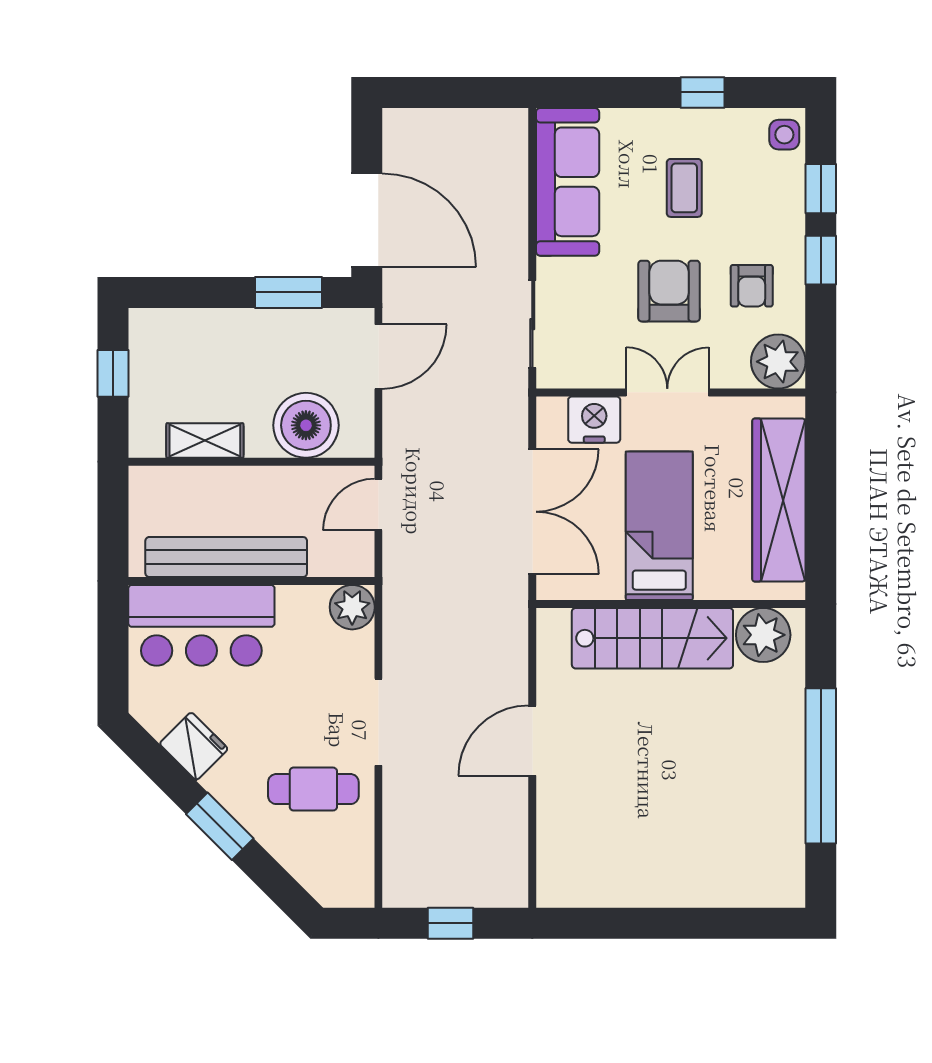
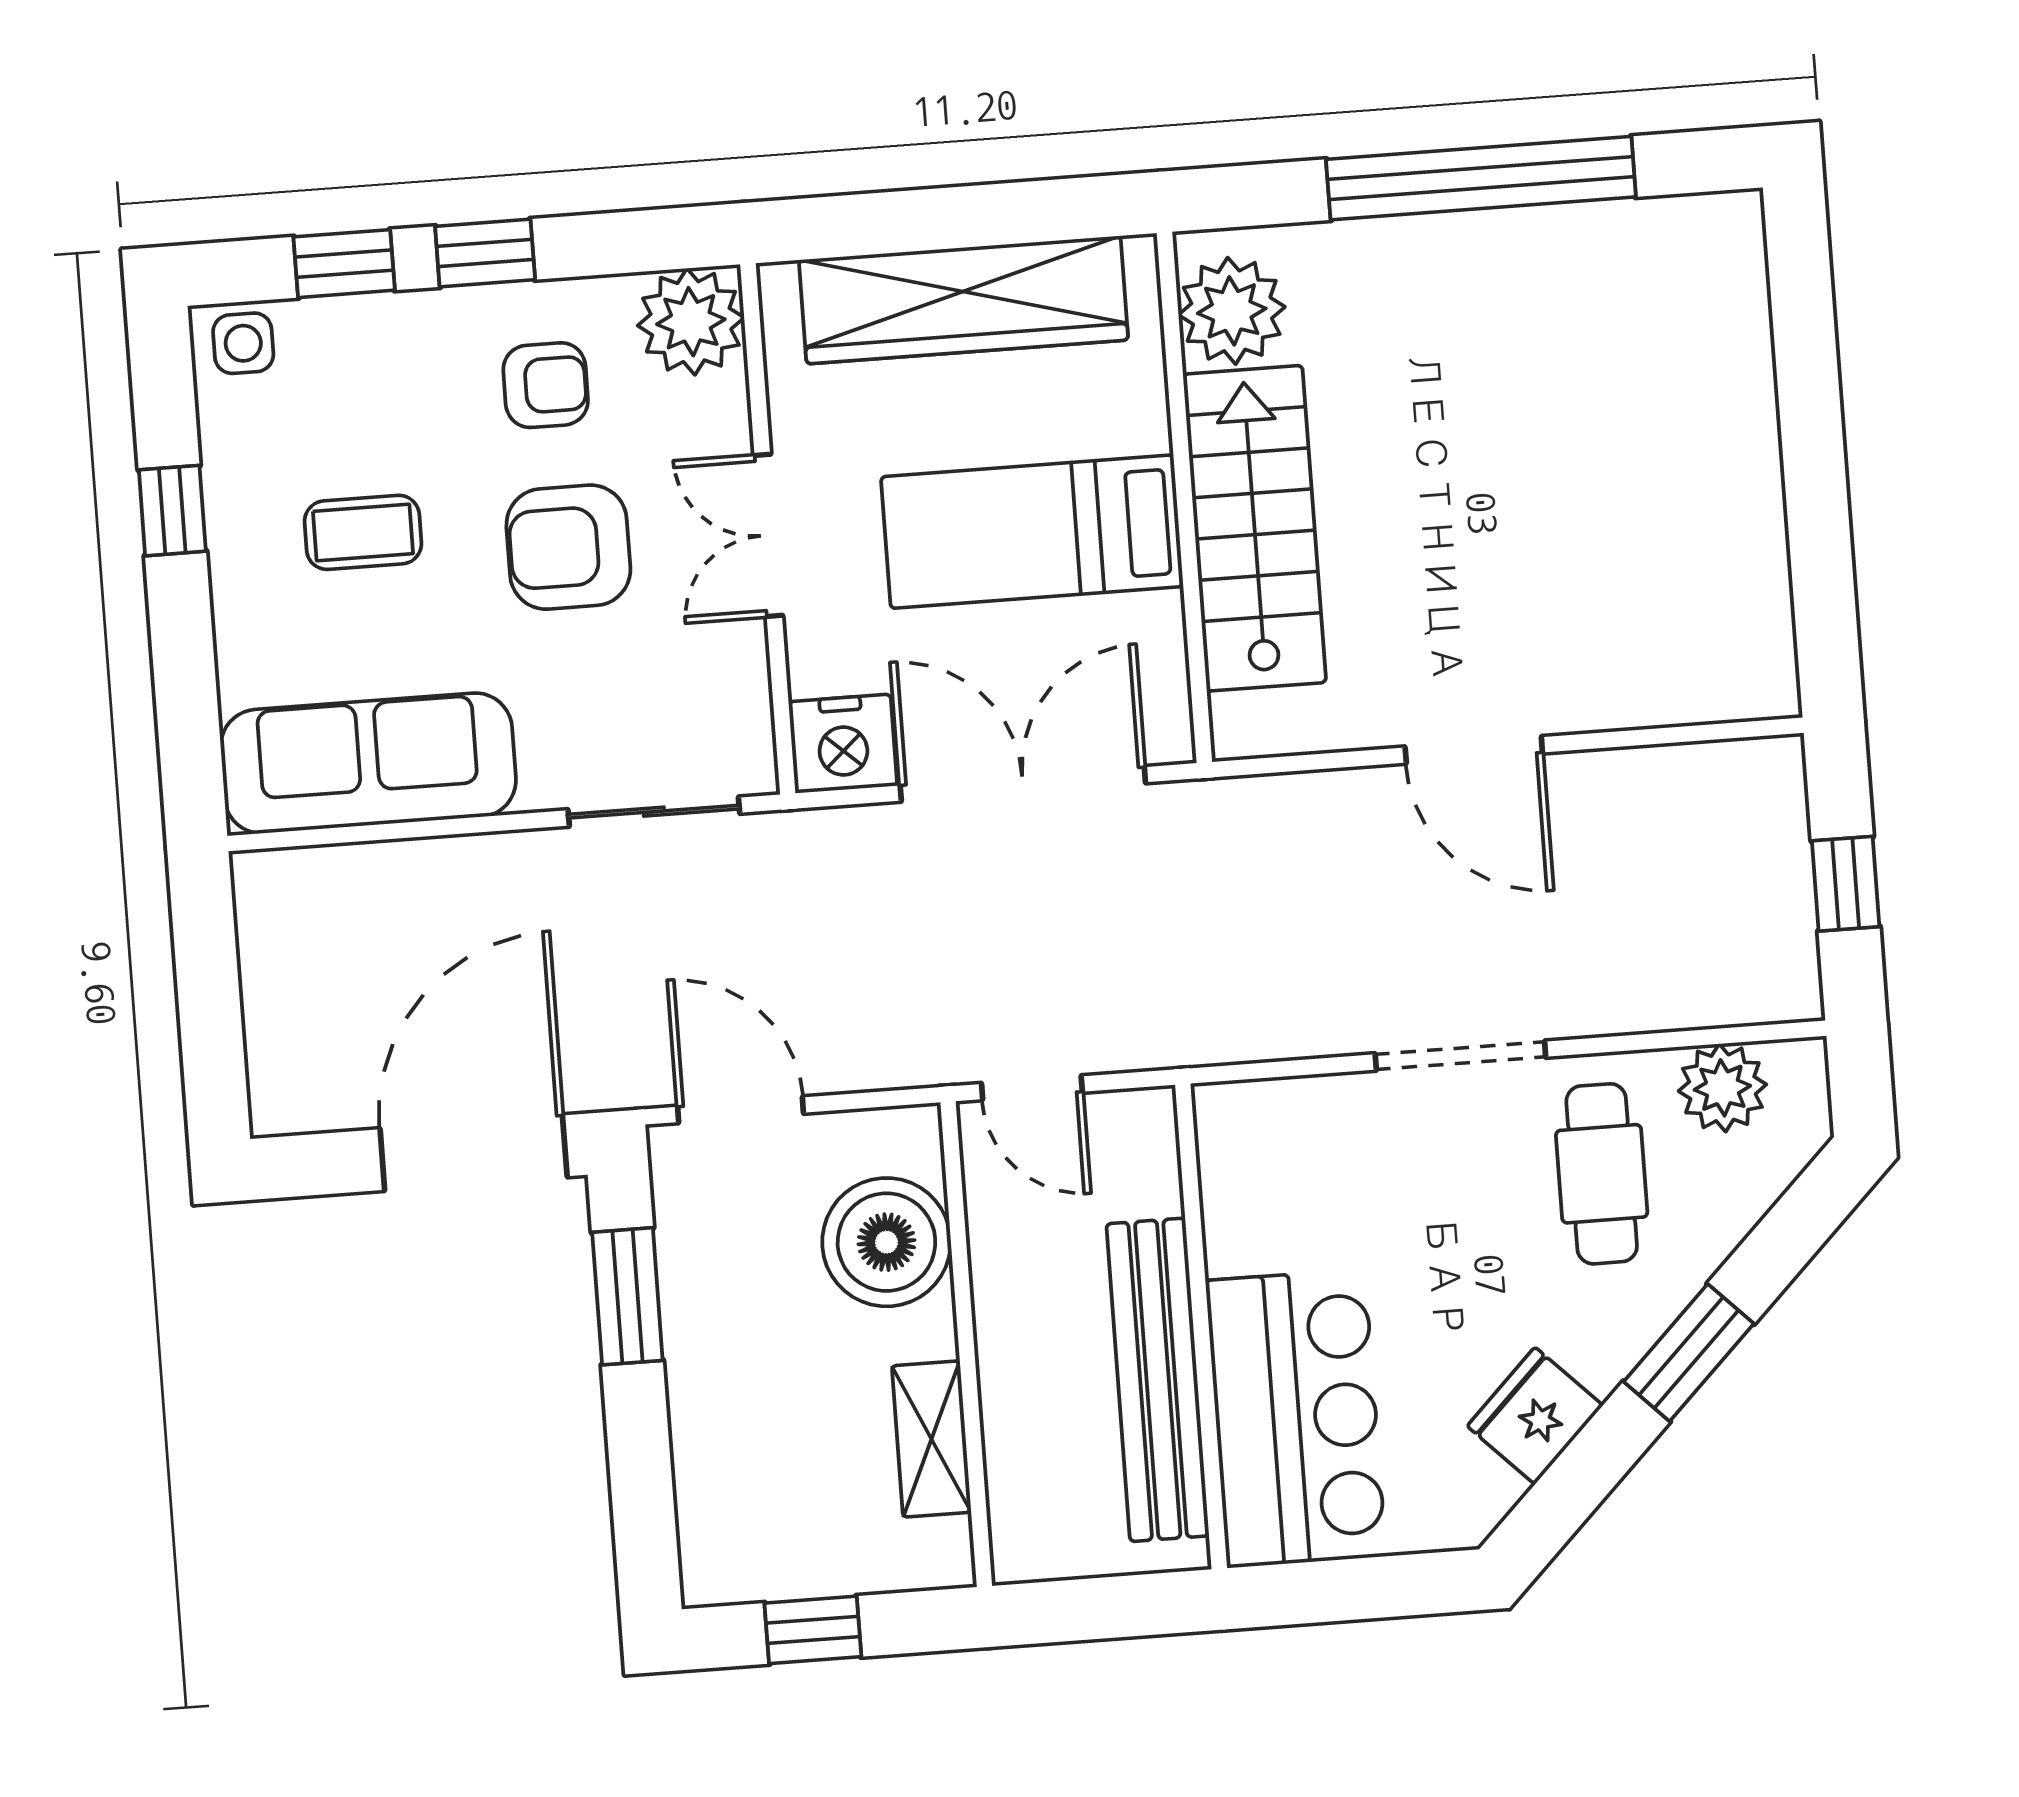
nightstand: (594, 420) -> (843, 744), moved, turned -90
plant: (352, 607) -> (1722, 1088), moved

